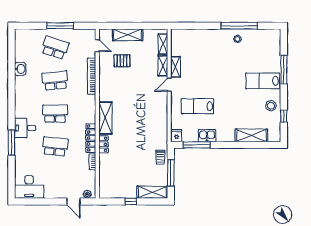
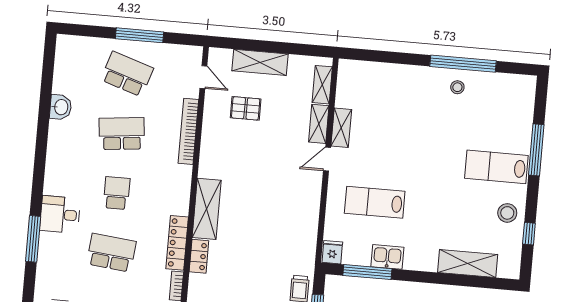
school desk: (55, 114) -> (117, 193), width x0.54

